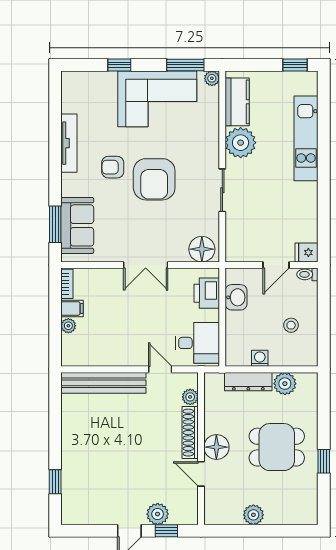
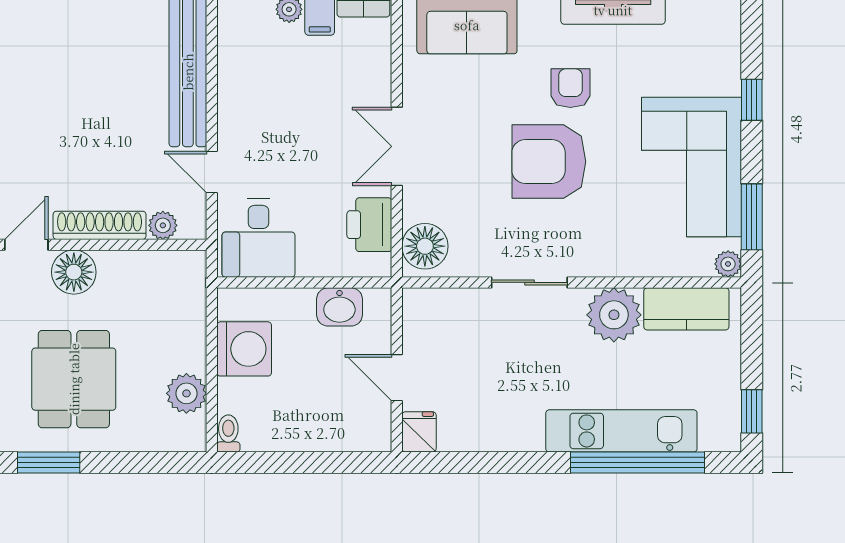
window: (324, 129) -> (638, 462), added
toilet: (307, 274) -> (228, 433), moved
printer: (207, 293) -> (369, 225), moved, turned -90
stool: (291, 325) -> (290, 404), removed
washing machine: (260, 358) -> (244, 349), width x1.89, depth x1.89
door: (160, 369) -> (212, 172), swing flipped
dresser: (248, 382) -> (190, 329), removed
window: (324, 461) -> (49, 462), width x1.50

